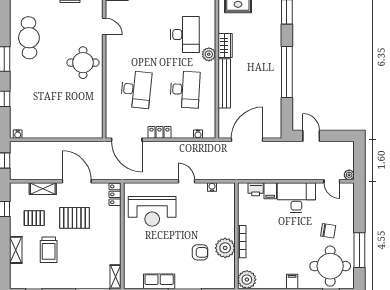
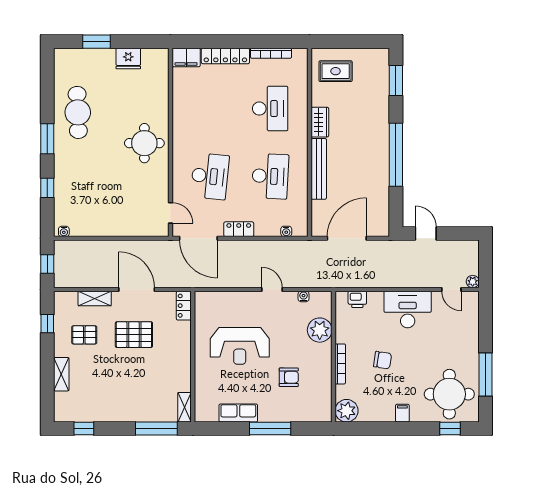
door: (104, 26) -> (170, 213), moved
plant: (209, 54) -> (300, 133), removed
filing cabinet: (270, 191) -> (375, 301), removed
reception desk: (152, 211) -> (240, 346), moved
chair: (328, 231) -> (383, 360), moved
plant: (225, 248) -> (320, 330), moved
trolley: (49, 250) -> (102, 374), removed

